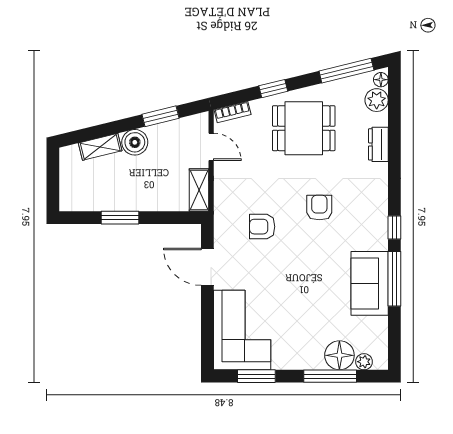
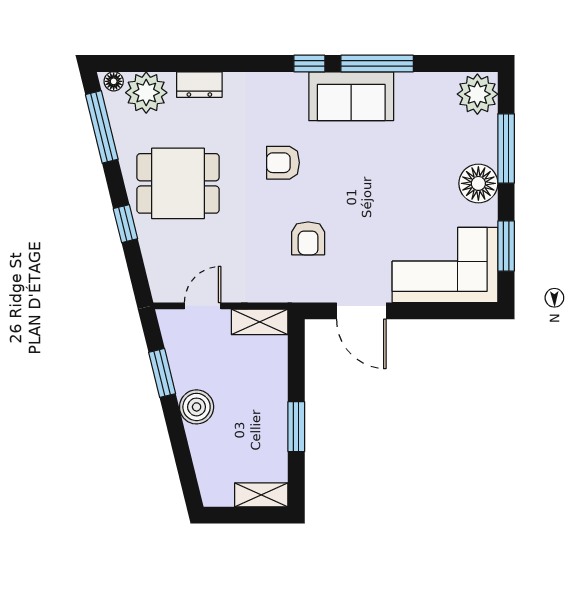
plant: (377, 100) -> (146, 93), width x1.36, depth x1.36
bookcase: (233, 112) -> (157, 278), removed
dining table: (304, 128) -> (178, 183), turned 90
shelving: (100, 147) -> (261, 495), moved, turned -76
door: (207, 267) -> (361, 311), hinge flipped
sofa: (370, 283) -> (351, 96), moved
floor lamp: (339, 355) -> (478, 183), moved
plant: (364, 362) -> (477, 94), width x1.88, depth x1.88

